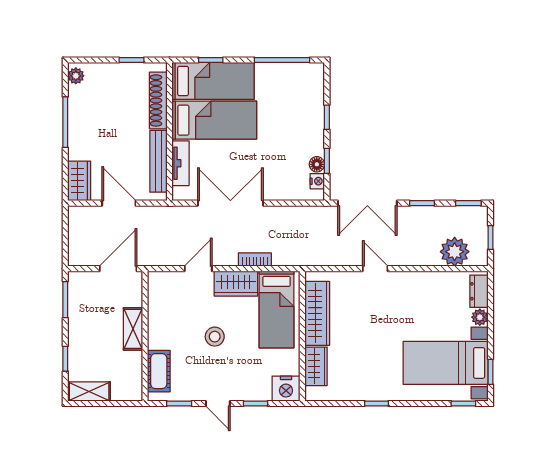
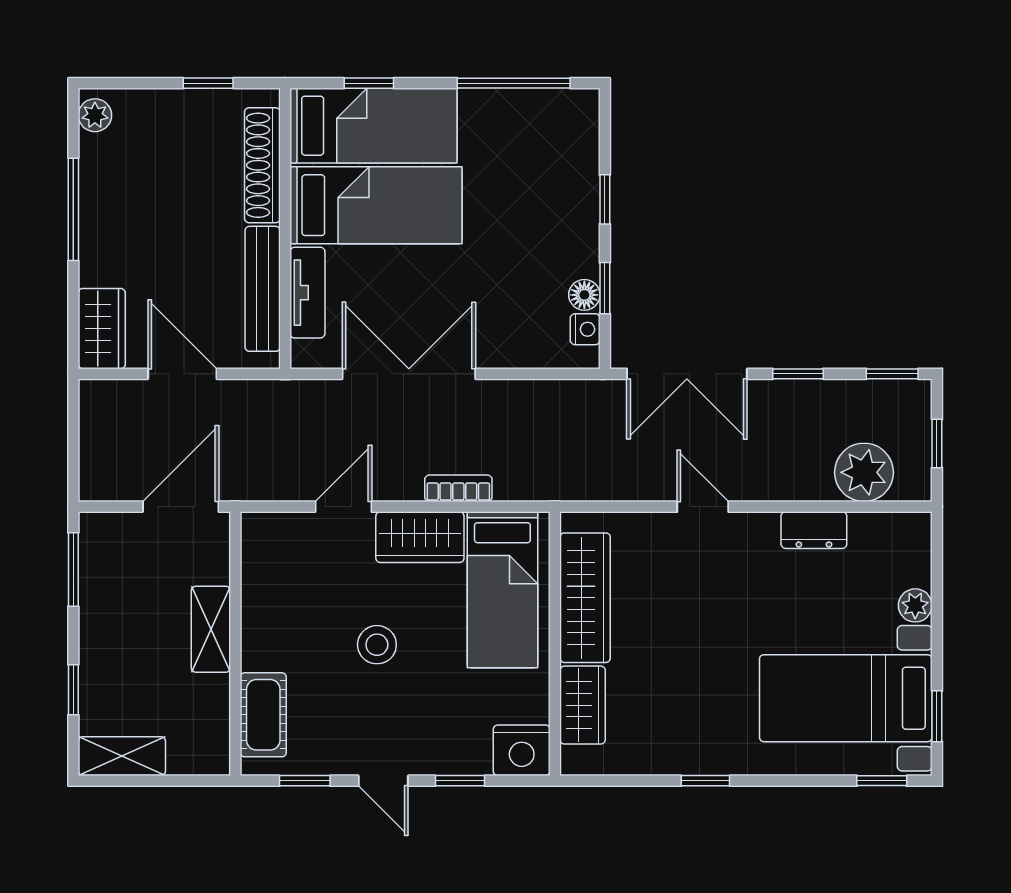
dresser: (479, 291) -> (814, 530), moved, turned -90

